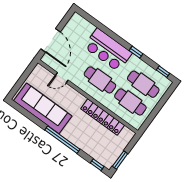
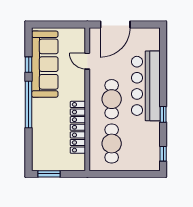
bar counter: (108, 50) -> (146, 86), width x1.36
cafe table: (143, 84) -> (138, 144), removed
window: (97, 165) -> (29, 65), moved

